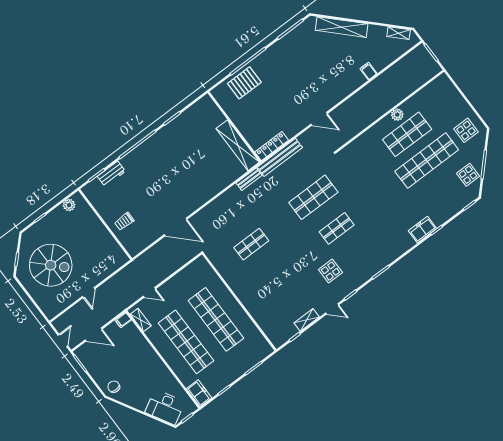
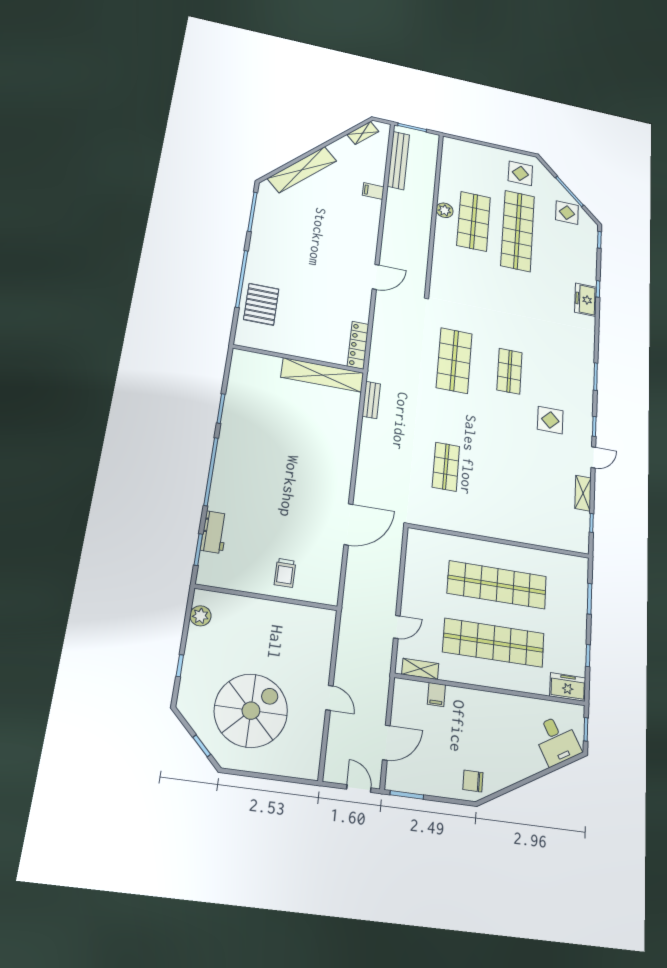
bench: (280, 157) -> (398, 160), moved
filing cabinet: (123, 320) -> (436, 694), moved
desk: (165, 407) -> (557, 740), width x0.73

